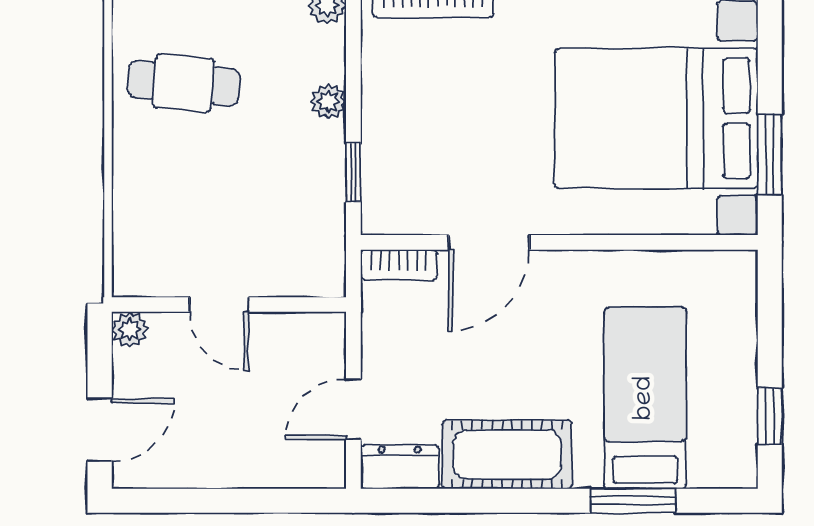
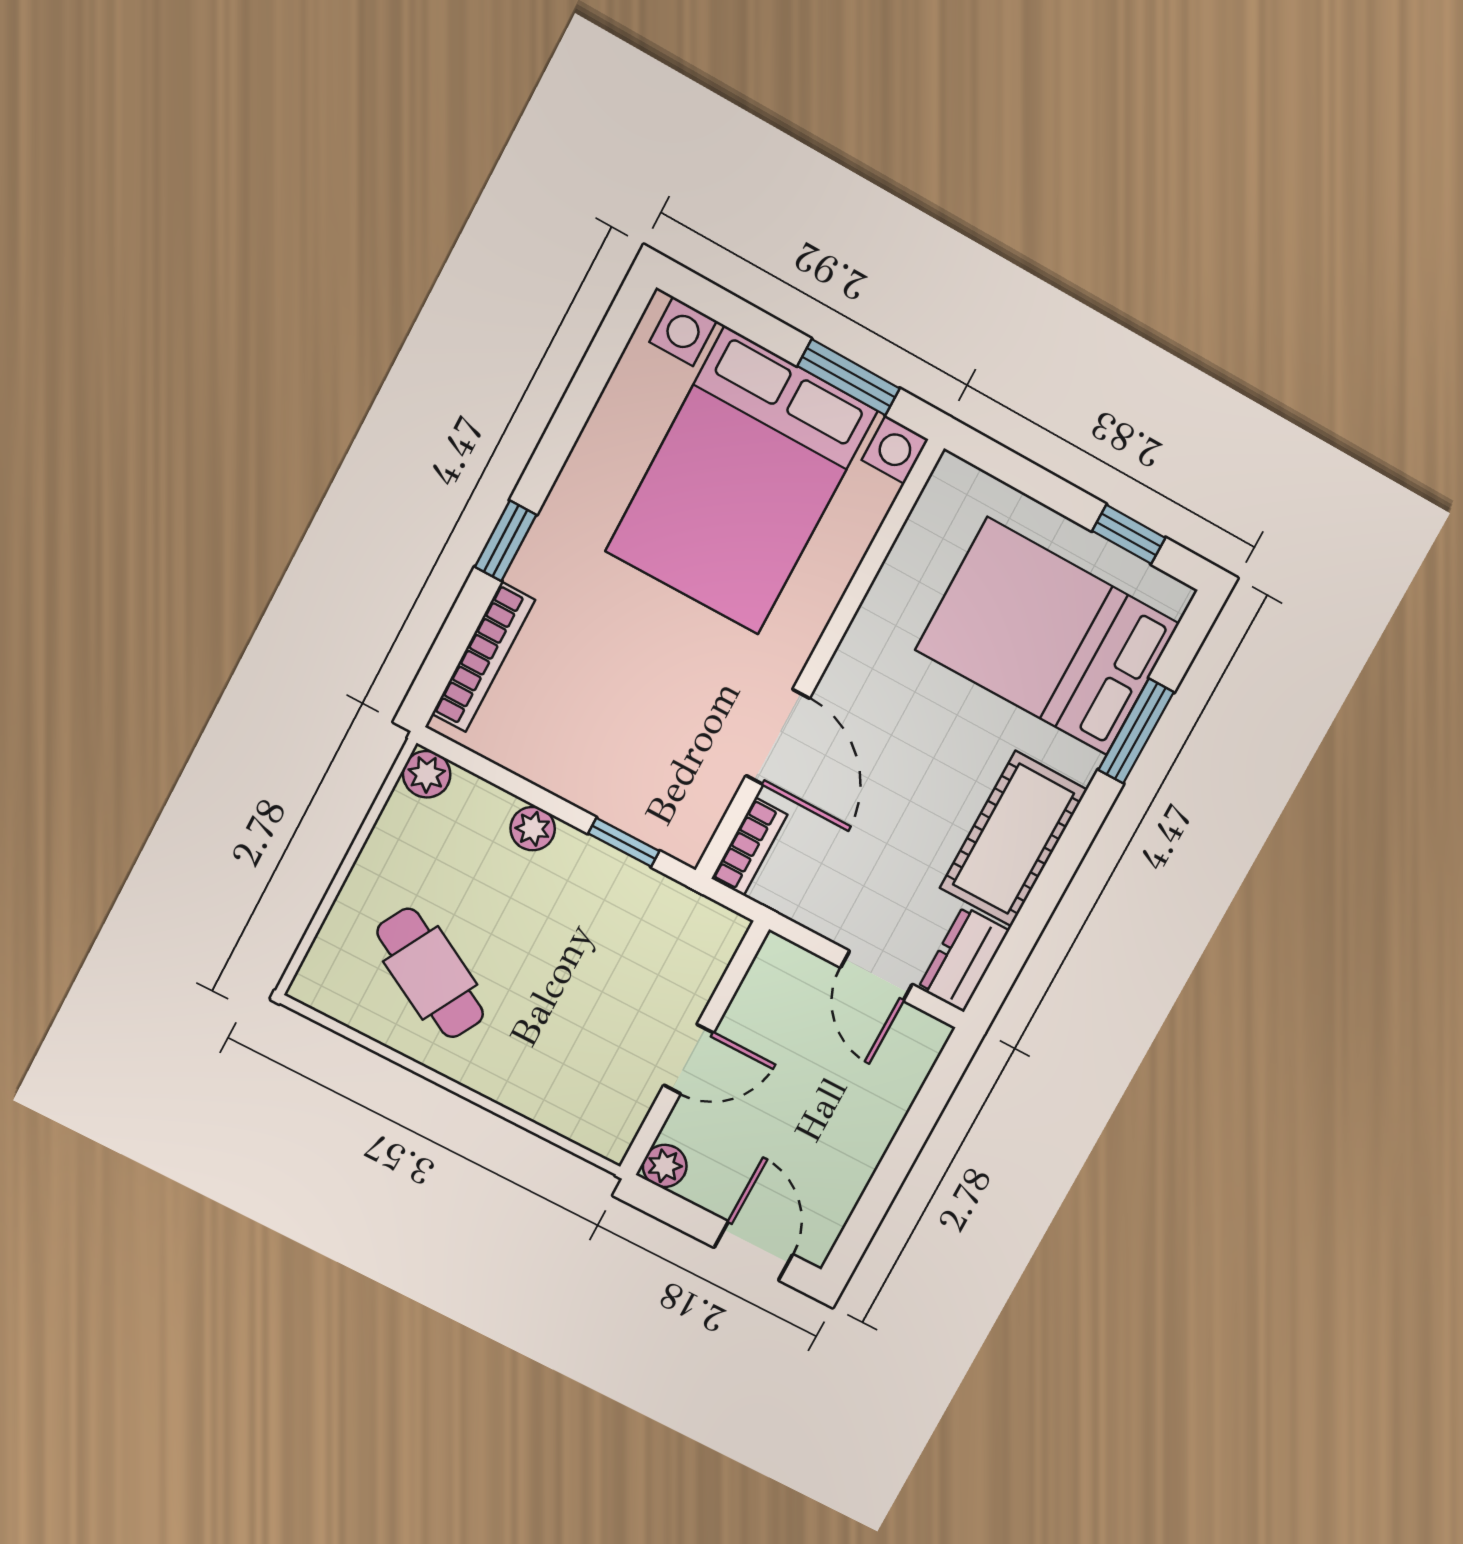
cafe table: (184, 83) -> (430, 973), turned -66
bed: (645, 398) -> (1048, 637), width x1.50

